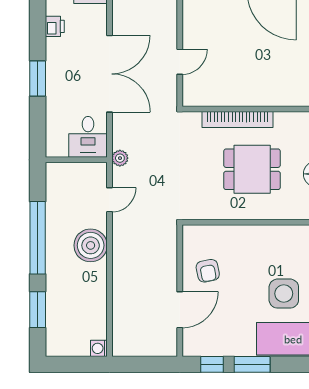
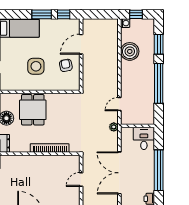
window: (38, 79) -> (159, 170), width x2.11
desk: (88, 137) -> (144, 138), moved
dining table: (252, 169) -> (33, 110), moved, turned 90
boiler: (91, 245) -> (130, 51), moved
side table: (284, 294) -> (36, 66), moved
window: (79, 364) -> (136, 14), added

